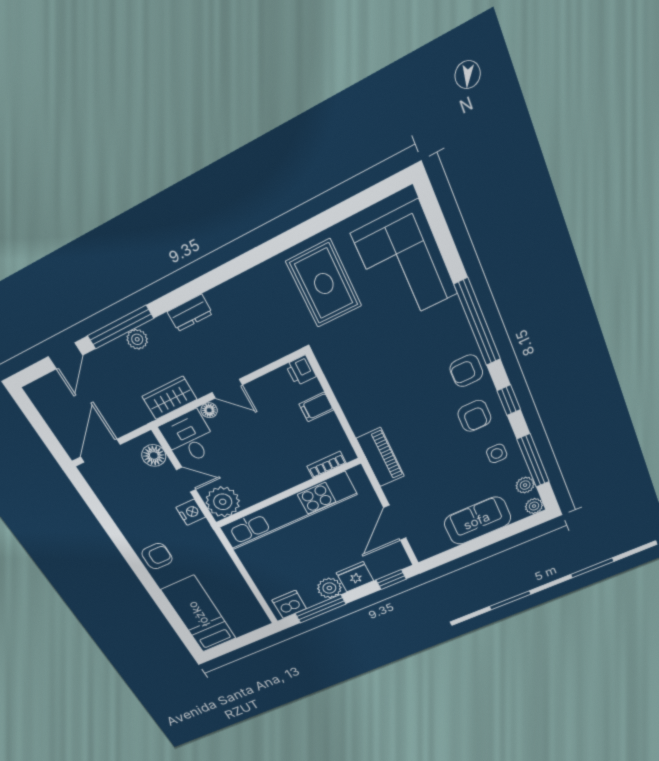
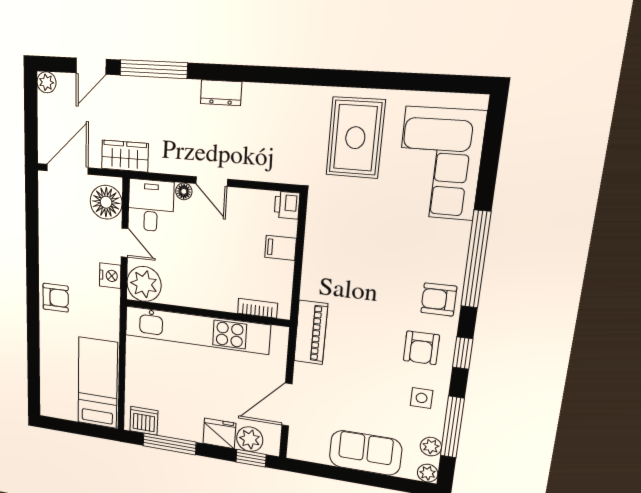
plant: (137, 339) -> (46, 82), moved
wardrobe: (169, 398) -> (125, 156), moved
floor lamp: (154, 455) -> (106, 202), width x1.38, depth x1.38
plant: (329, 588) -> (250, 439), moved
bed: (199, 614) -> (98, 383), moved

